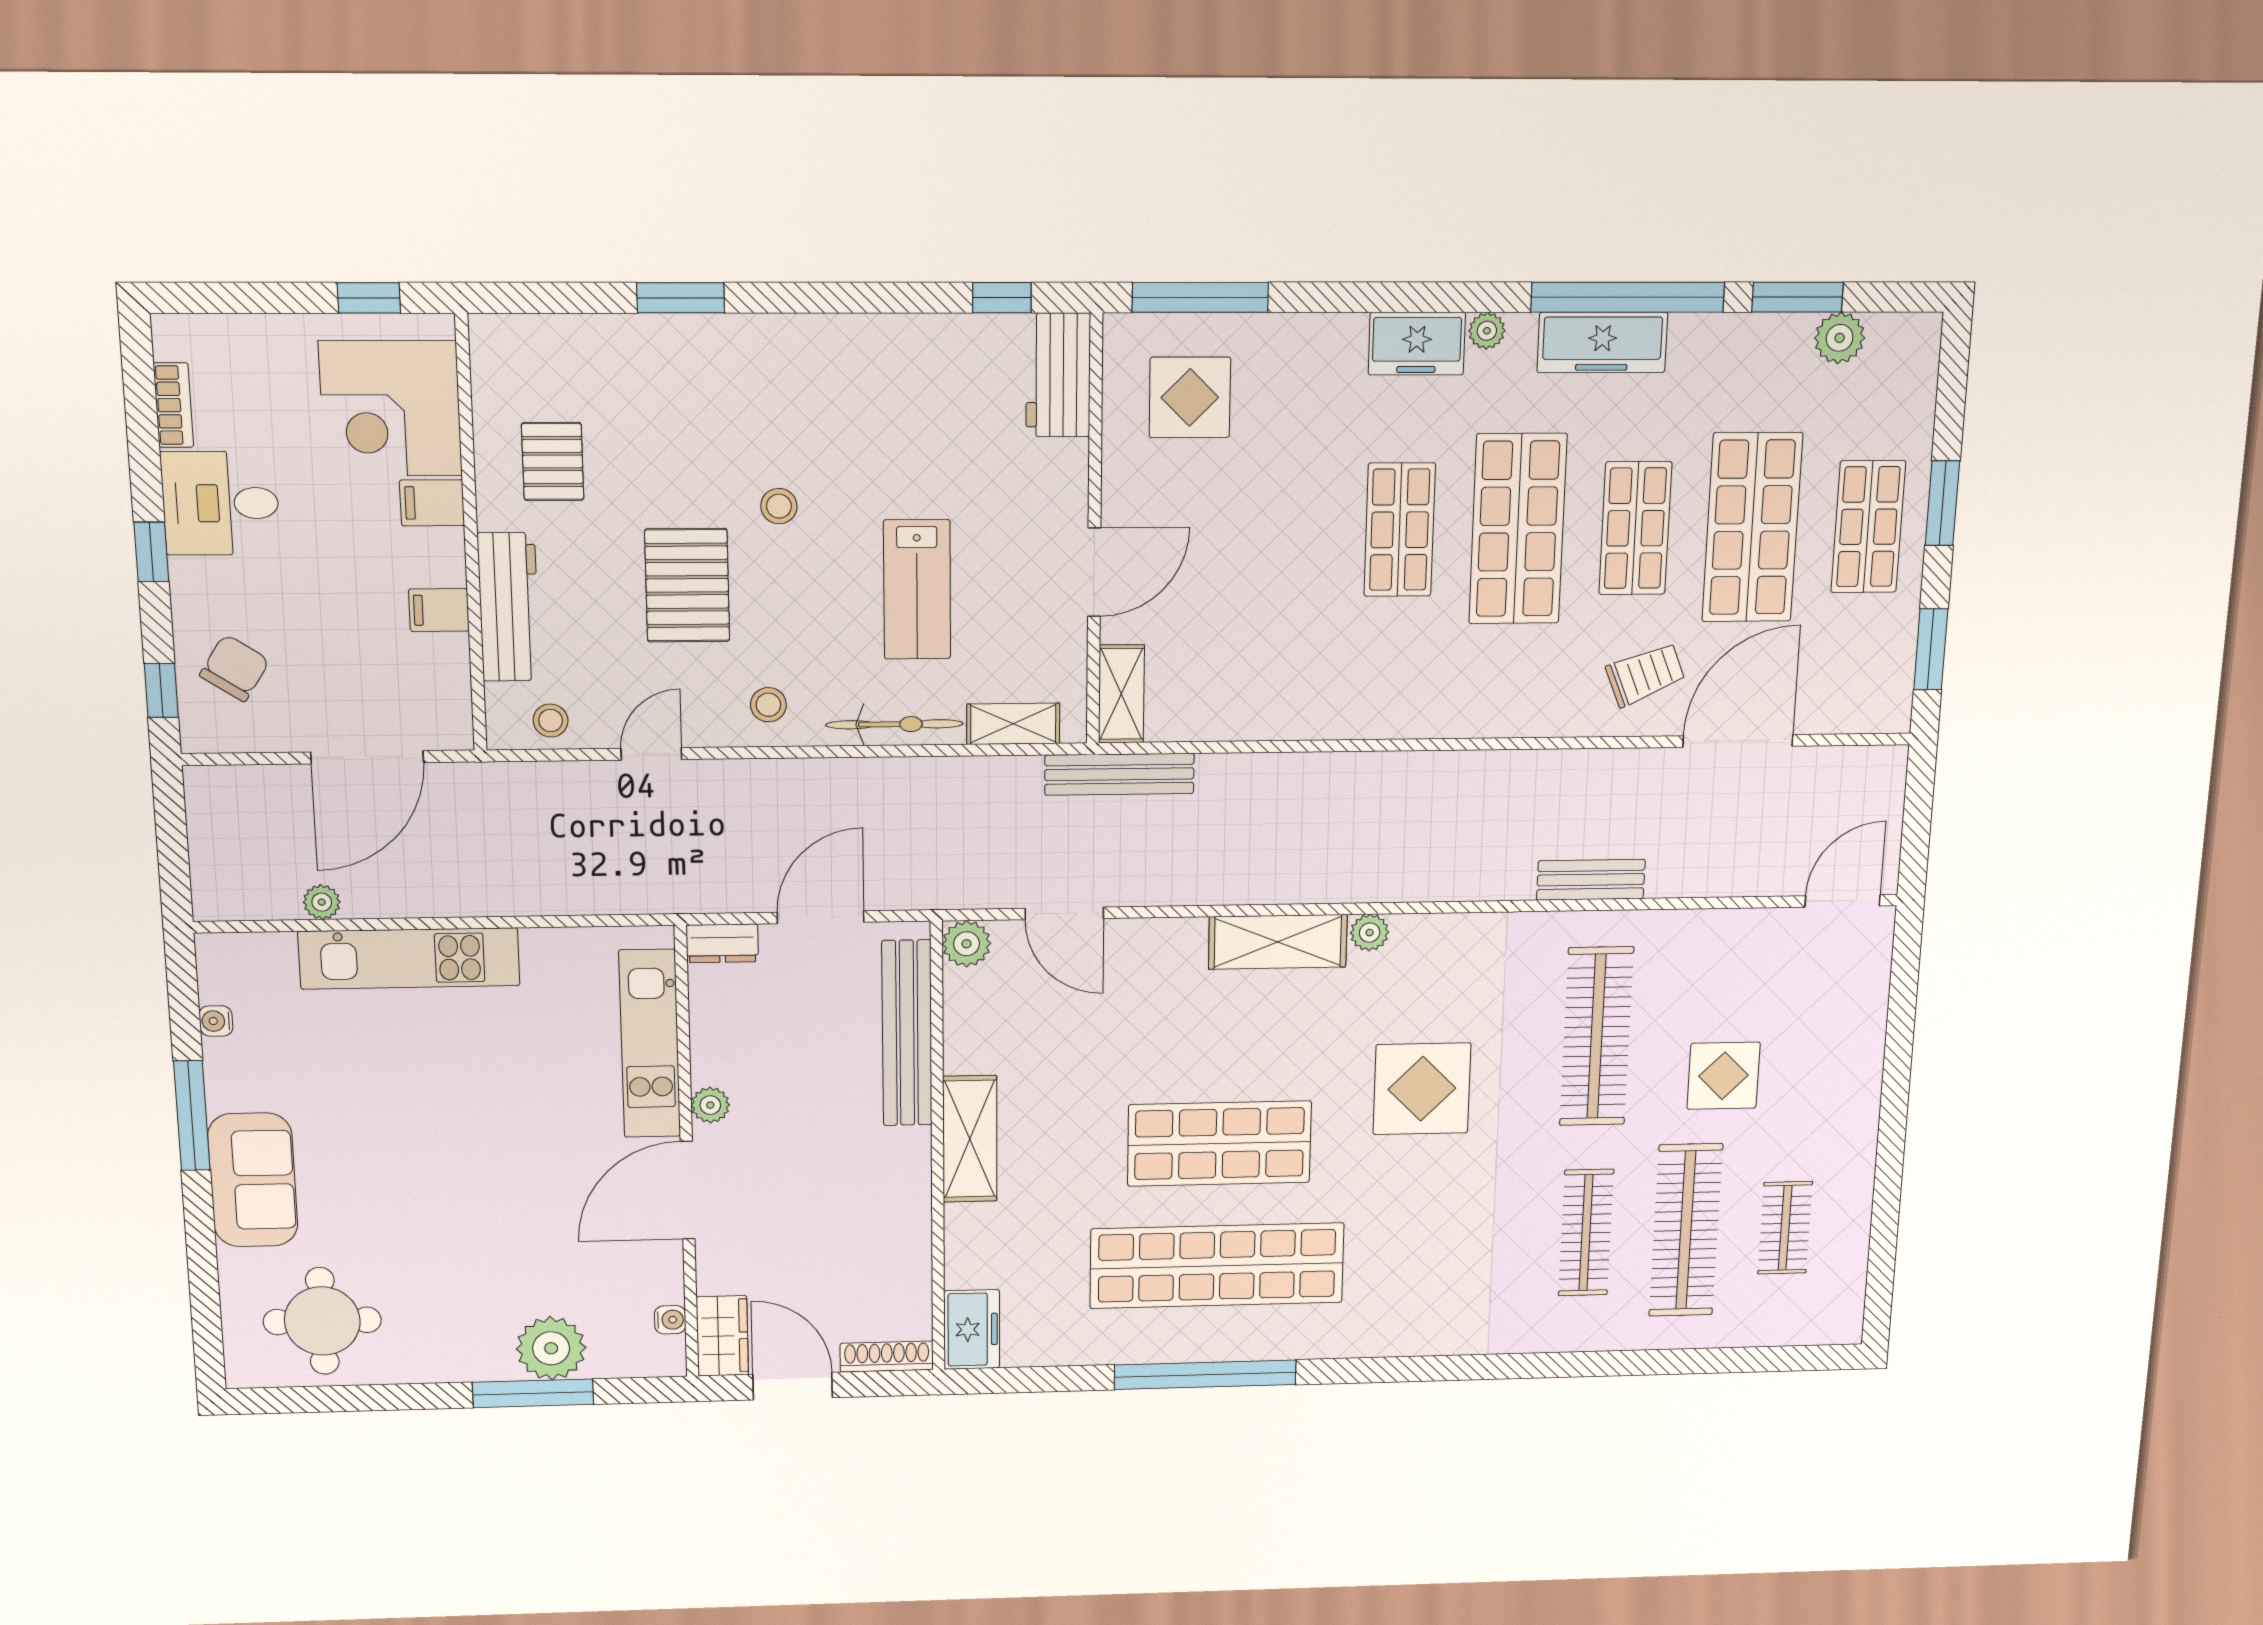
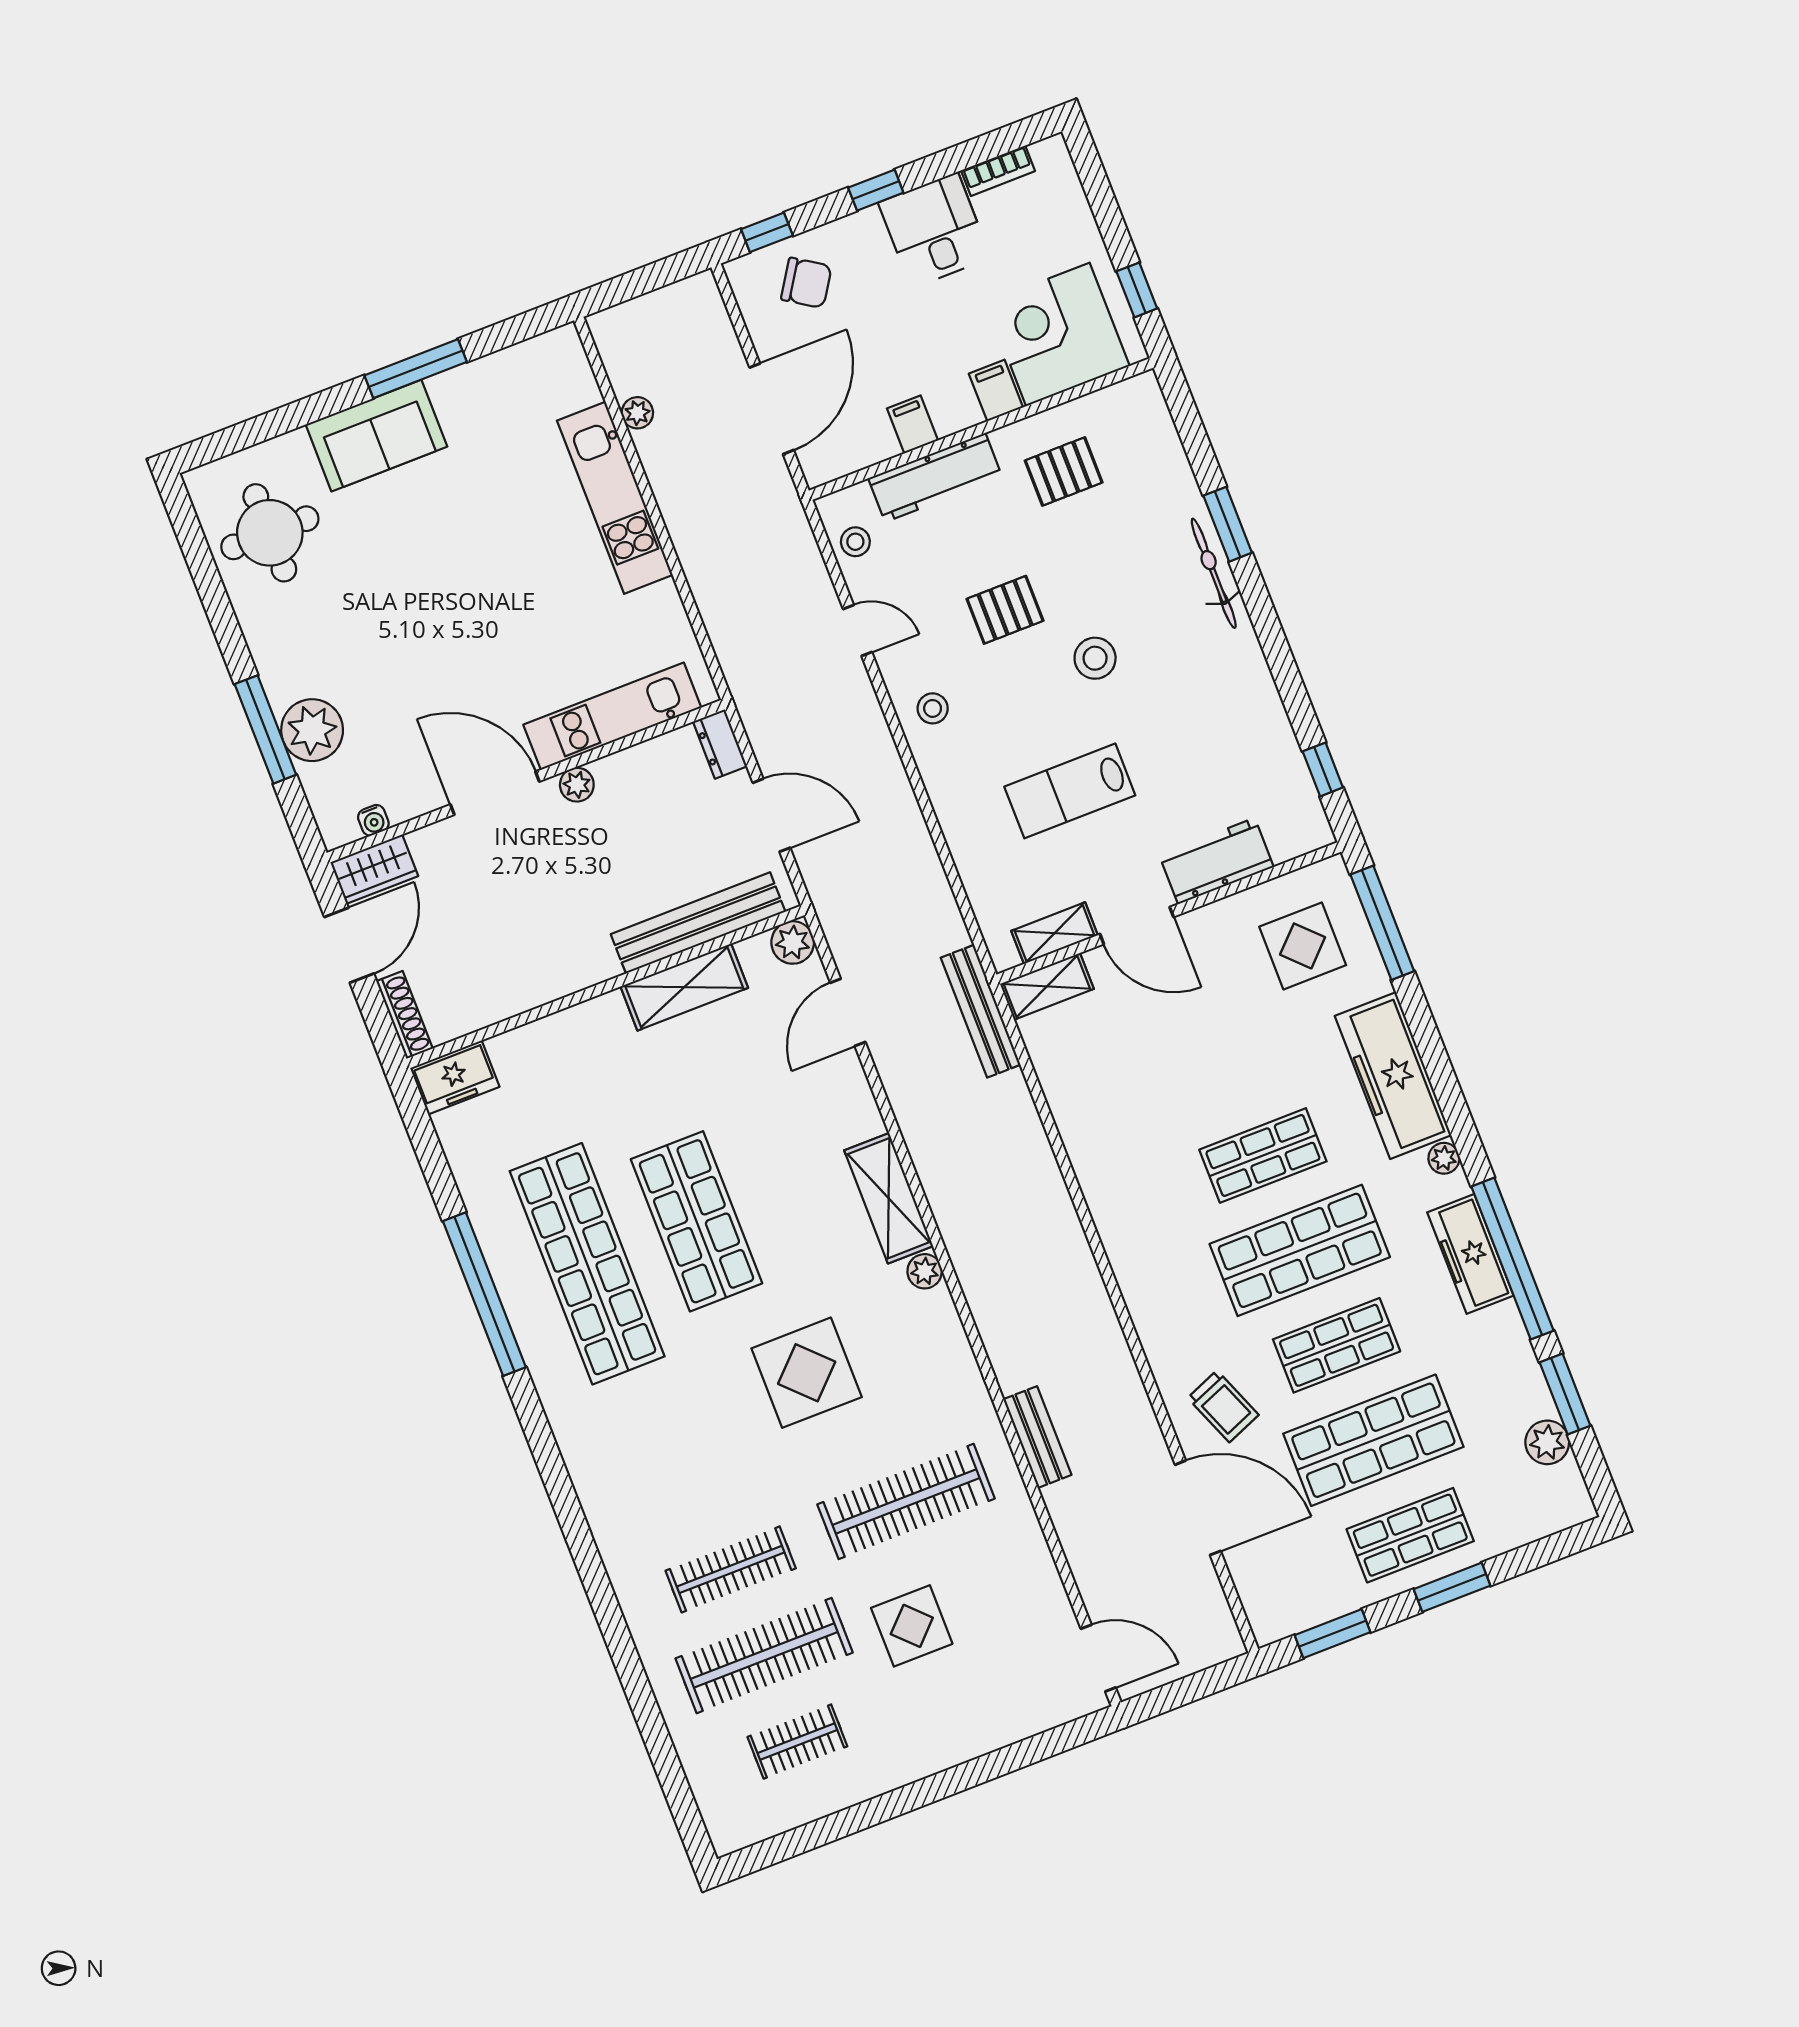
freezer: (1417, 344) -> (1393, 1076), width x1.91, depth x1.26
workbench: (1058, 375) -> (1216, 861), moved
stool: (779, 506) -> (1095, 658), width x1.37, depth x1.37
pallet: (687, 585) -> (1005, 610), width x0.67, depth x0.71
bicycle: (894, 724) -> (1214, 573), moved, turned 180
shelving: (1013, 724) -> (1055, 933), moved, turned 90
door: (367, 757) -> (772, 409), swing flipped
water cooler: (216, 1021) -> (505, 362), removed
shelving: (970, 1139) -> (684, 987), moved

